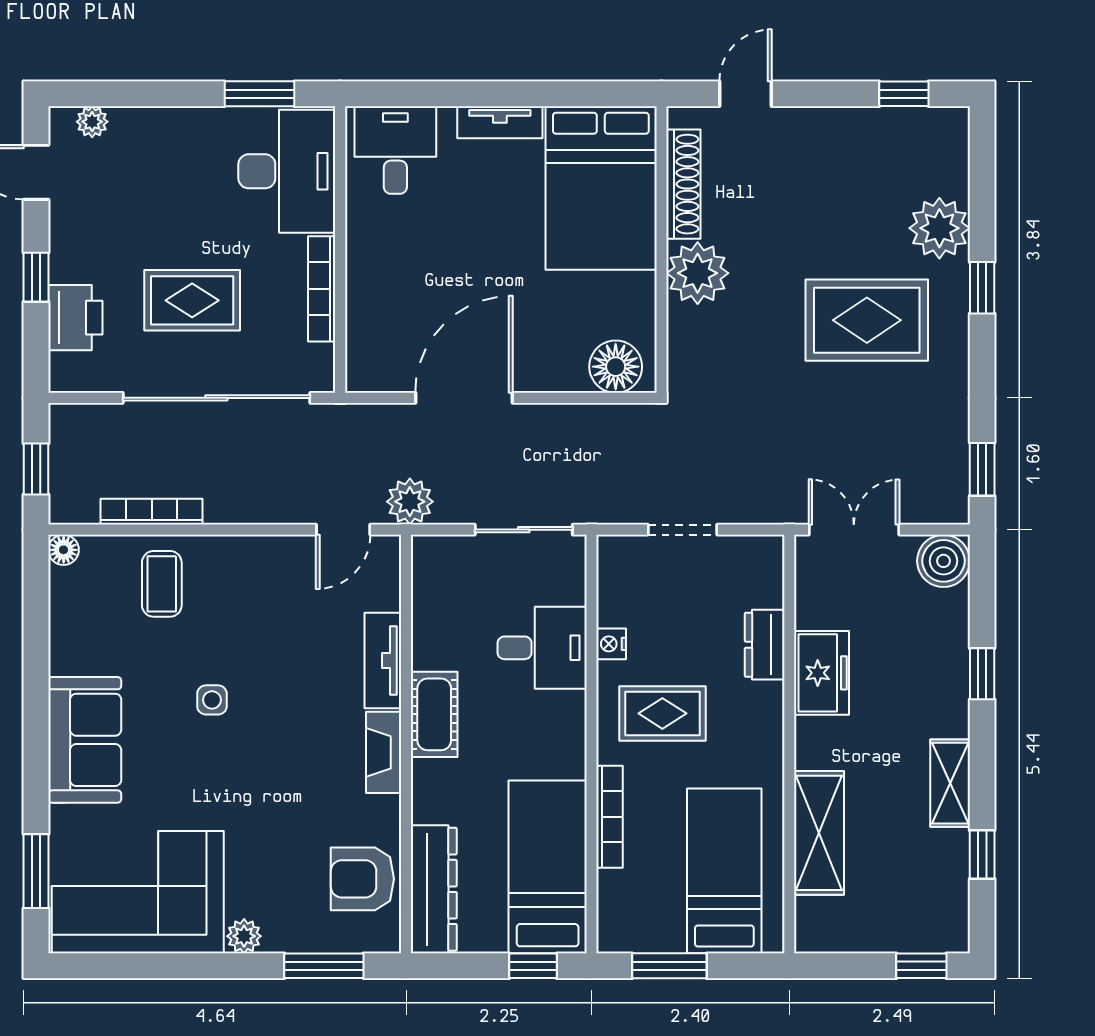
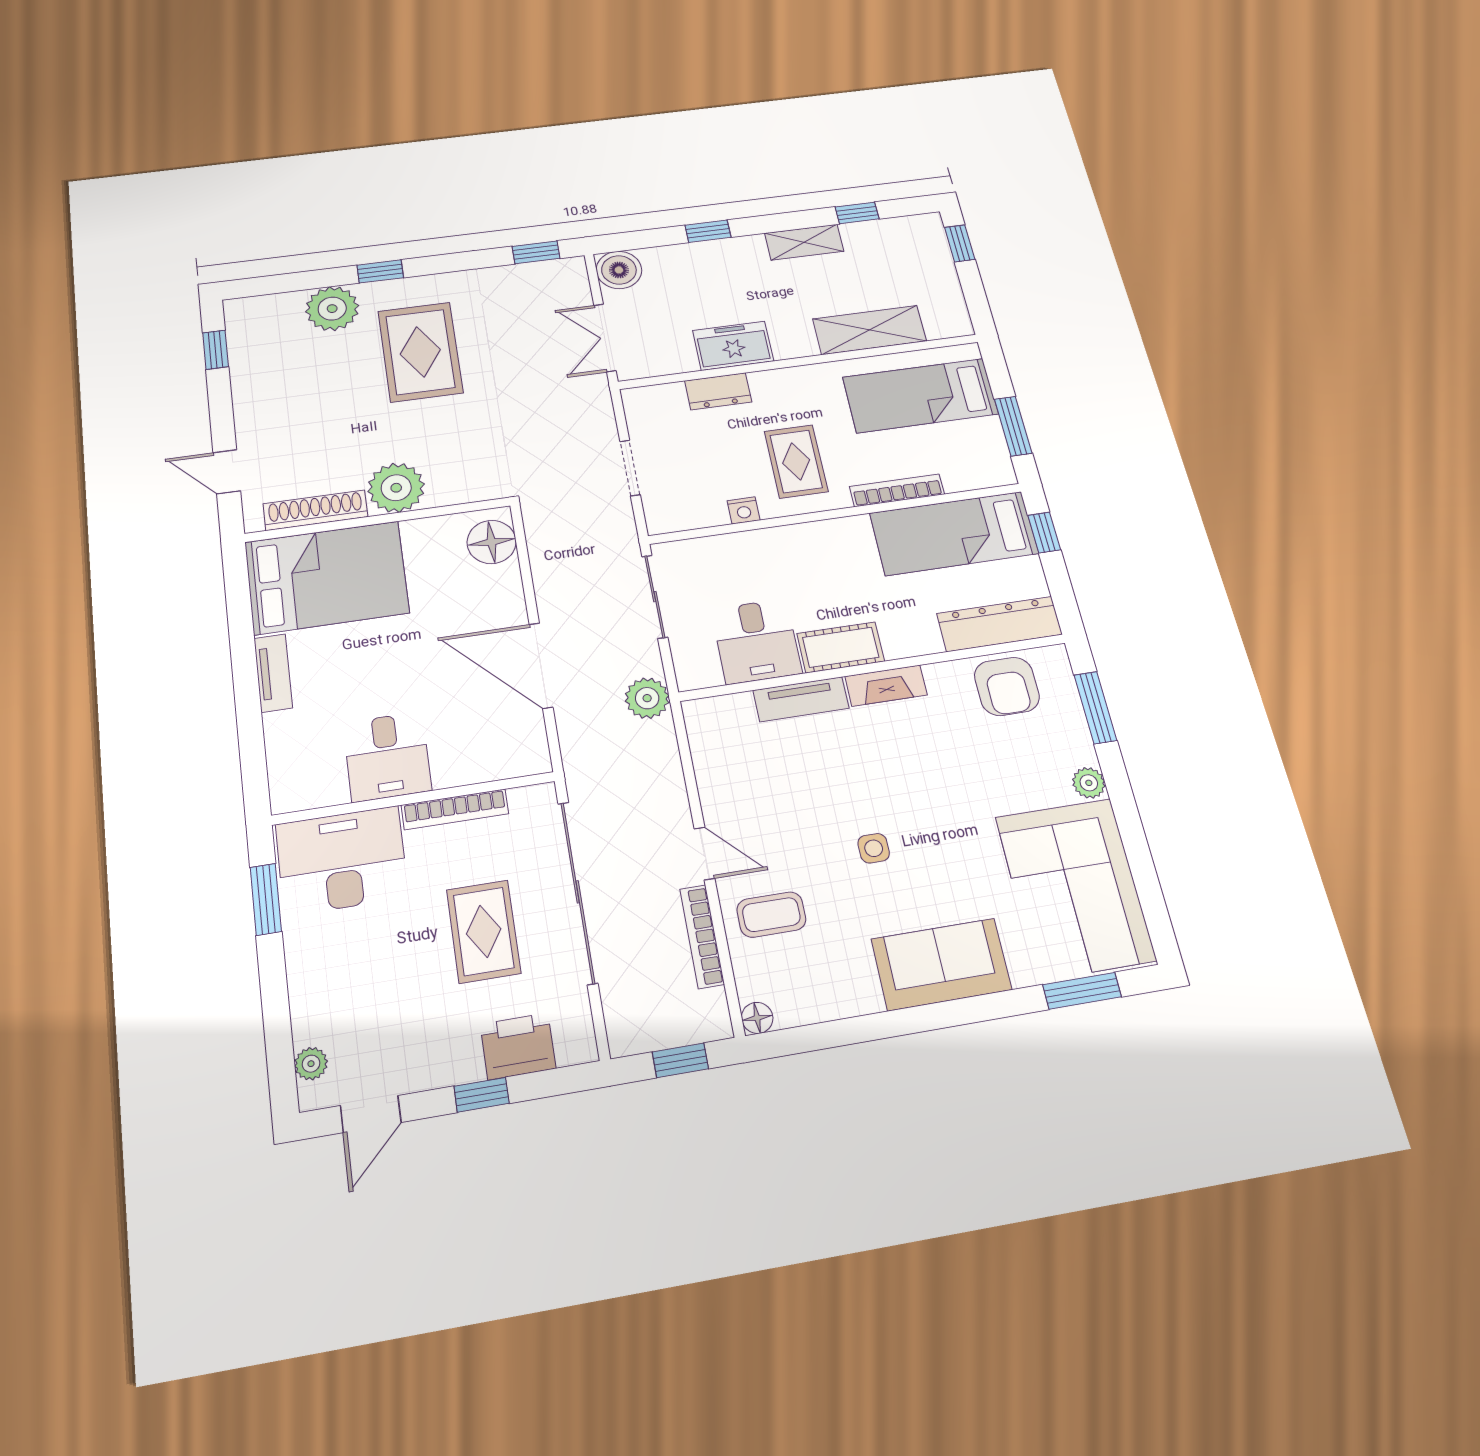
desk: (395, 150) -> (387, 757), moved, turned -90
door: (343, 530) -> (704, 853), moved
desk: (542, 648) -> (756, 641), moved, turned 180

